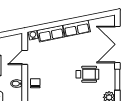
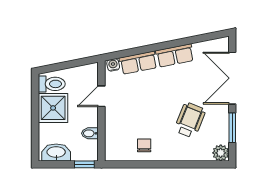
wheelchair: (87, 74) -> (190, 120), turned -68
chair: (35, 83) -> (144, 145), moved

